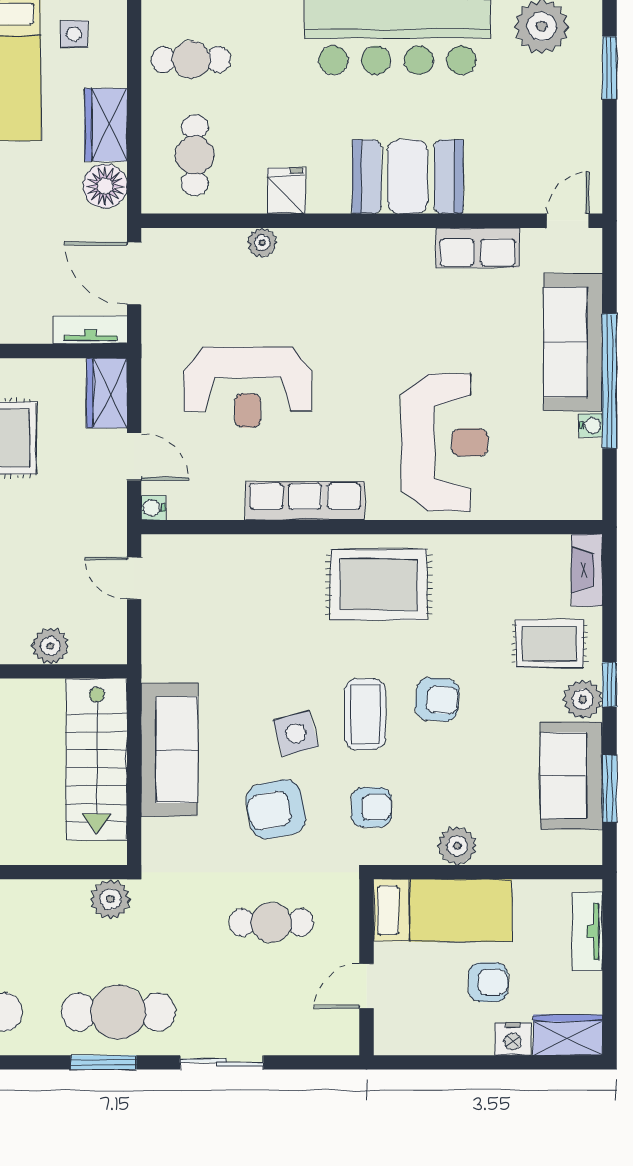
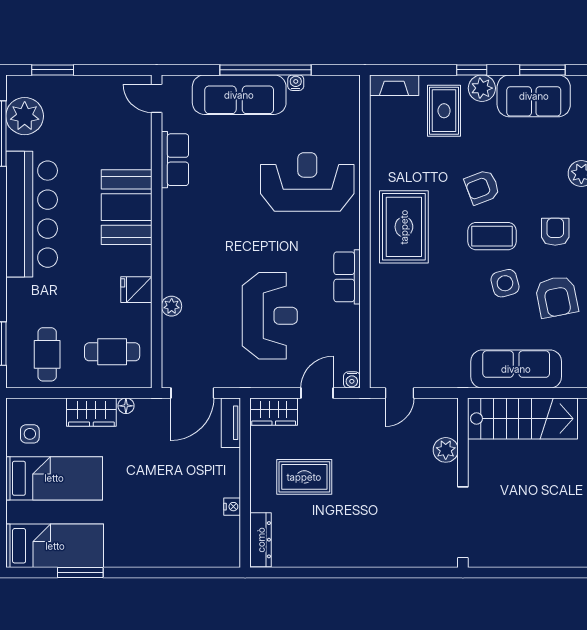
floor lamp: (105, 186) -> (126, 406), width x0.53, depth x0.53
row of seats: (305, 501) -> (347, 277), width x0.68
armchair: (437, 700) -> (482, 187), turned -116

